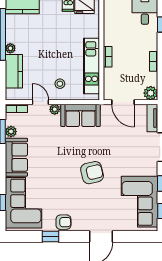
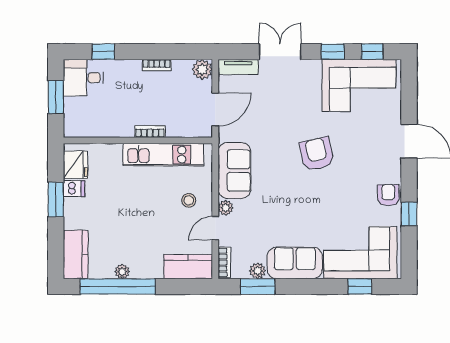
plant: (10, 48) -> (122, 272), moved
kitchen counter: (14, 71) -> (188, 267), moved

